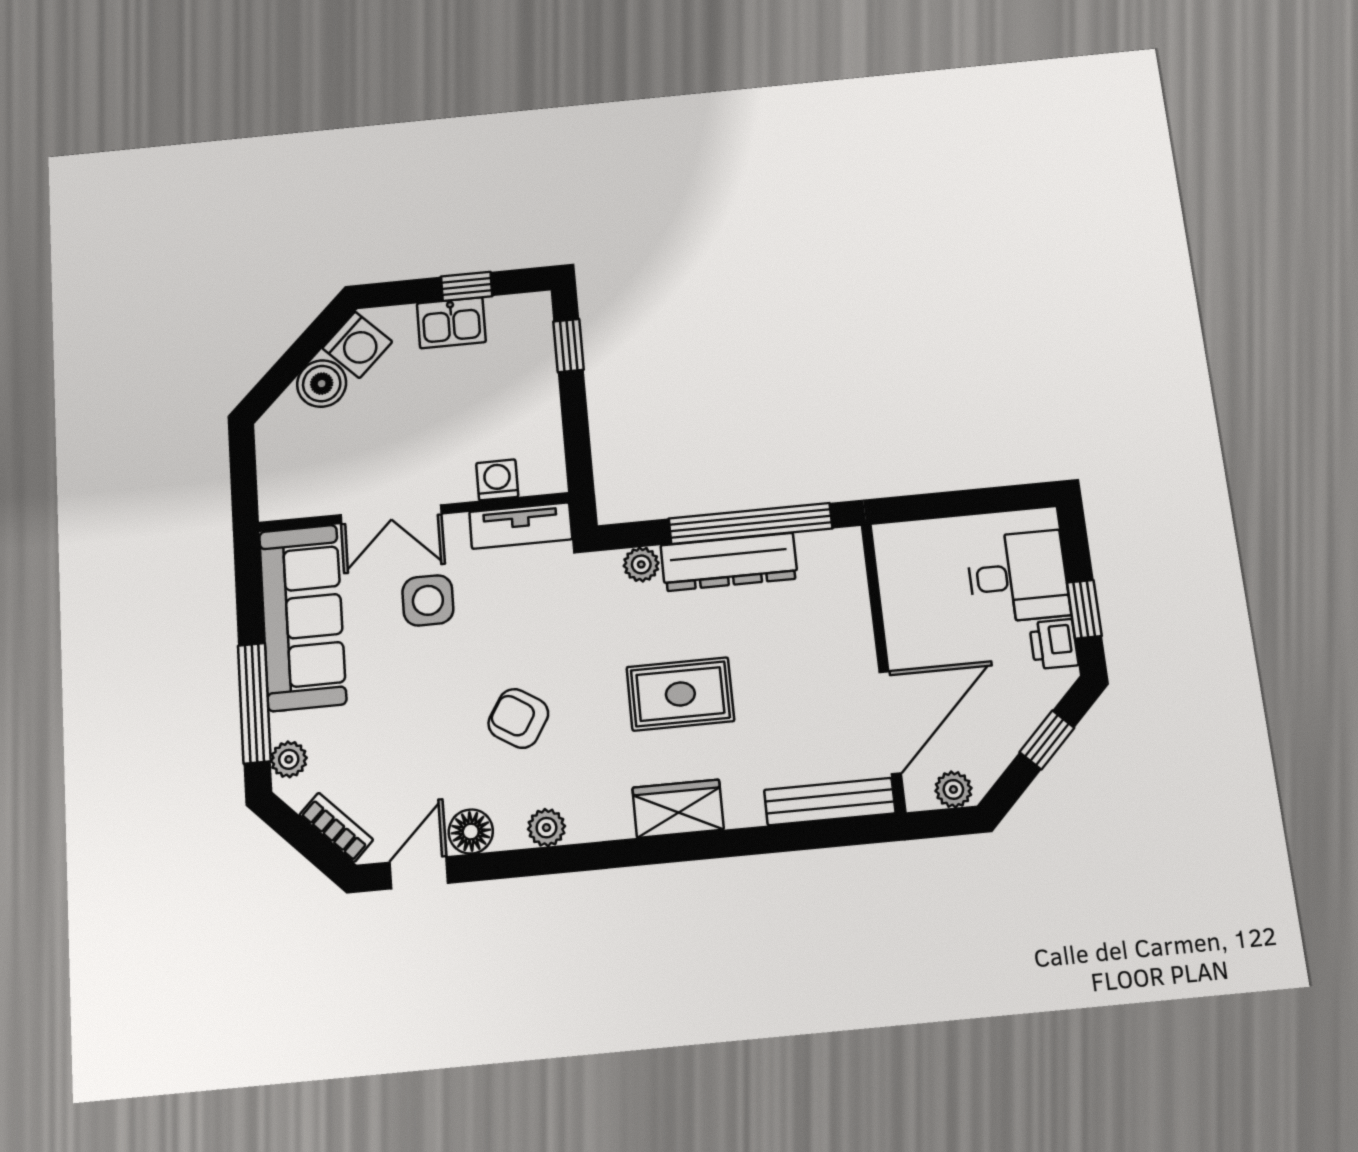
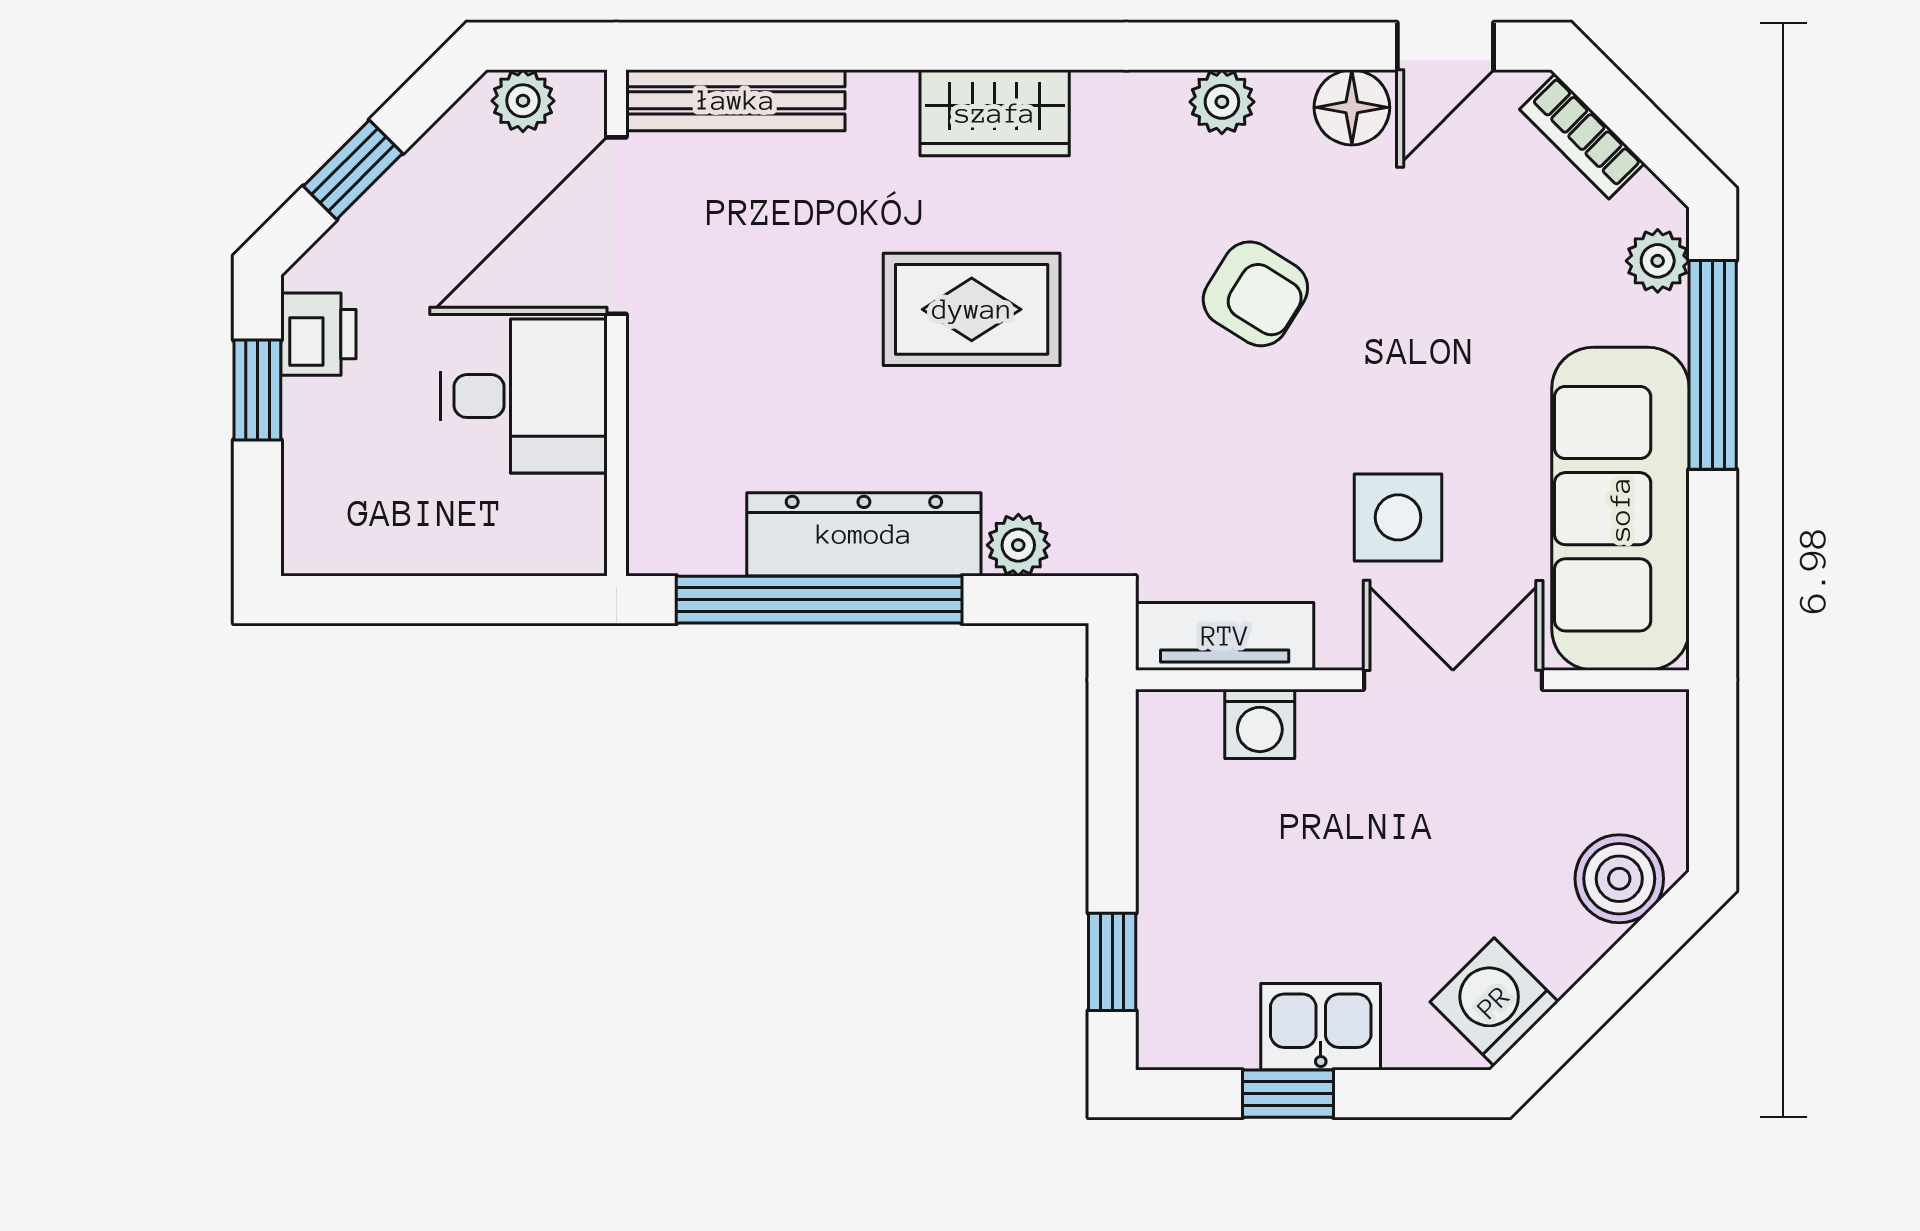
boiler: (322, 384) -> (1619, 879), moved
desk: (1018, 577) -> (524, 396), moved, turned 180

